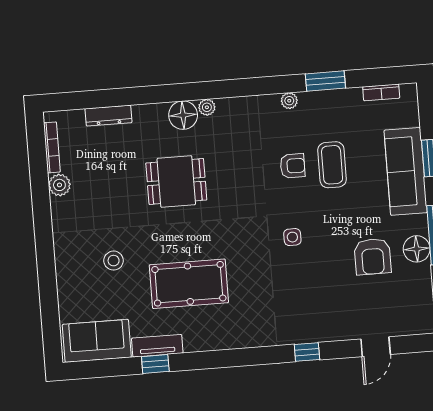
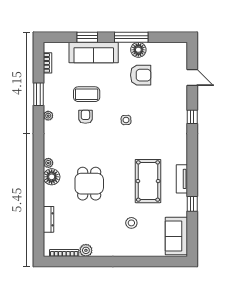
tv unit: (157, 346) -> (182, 179), moved

